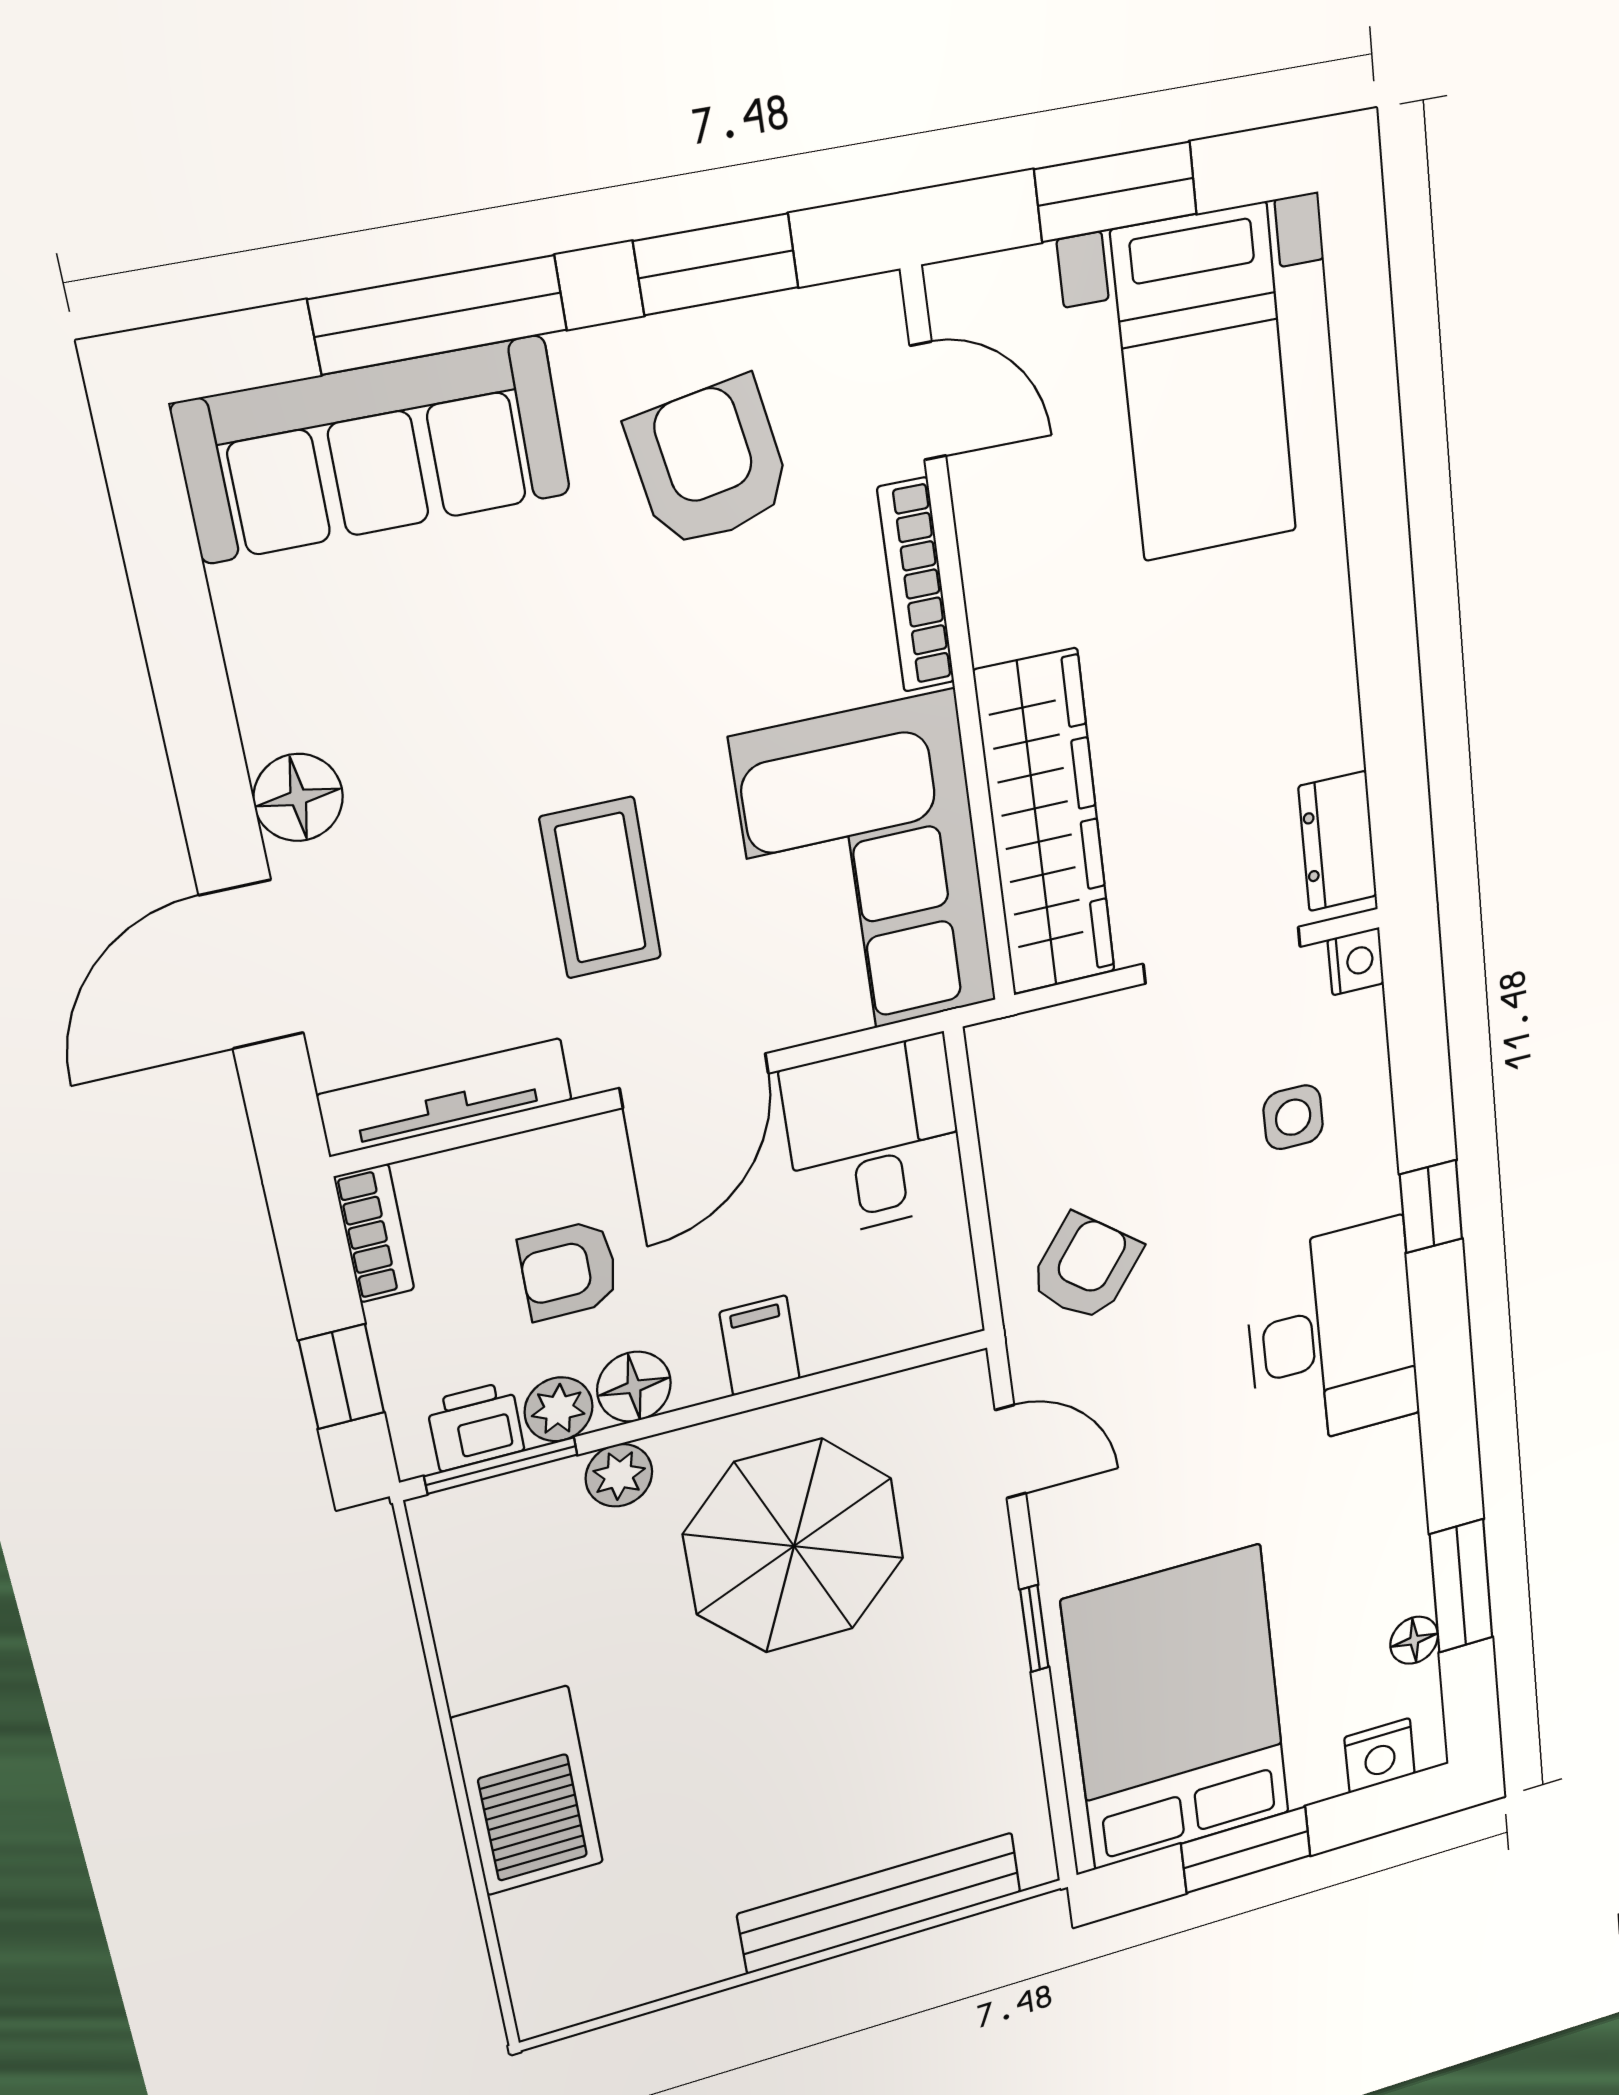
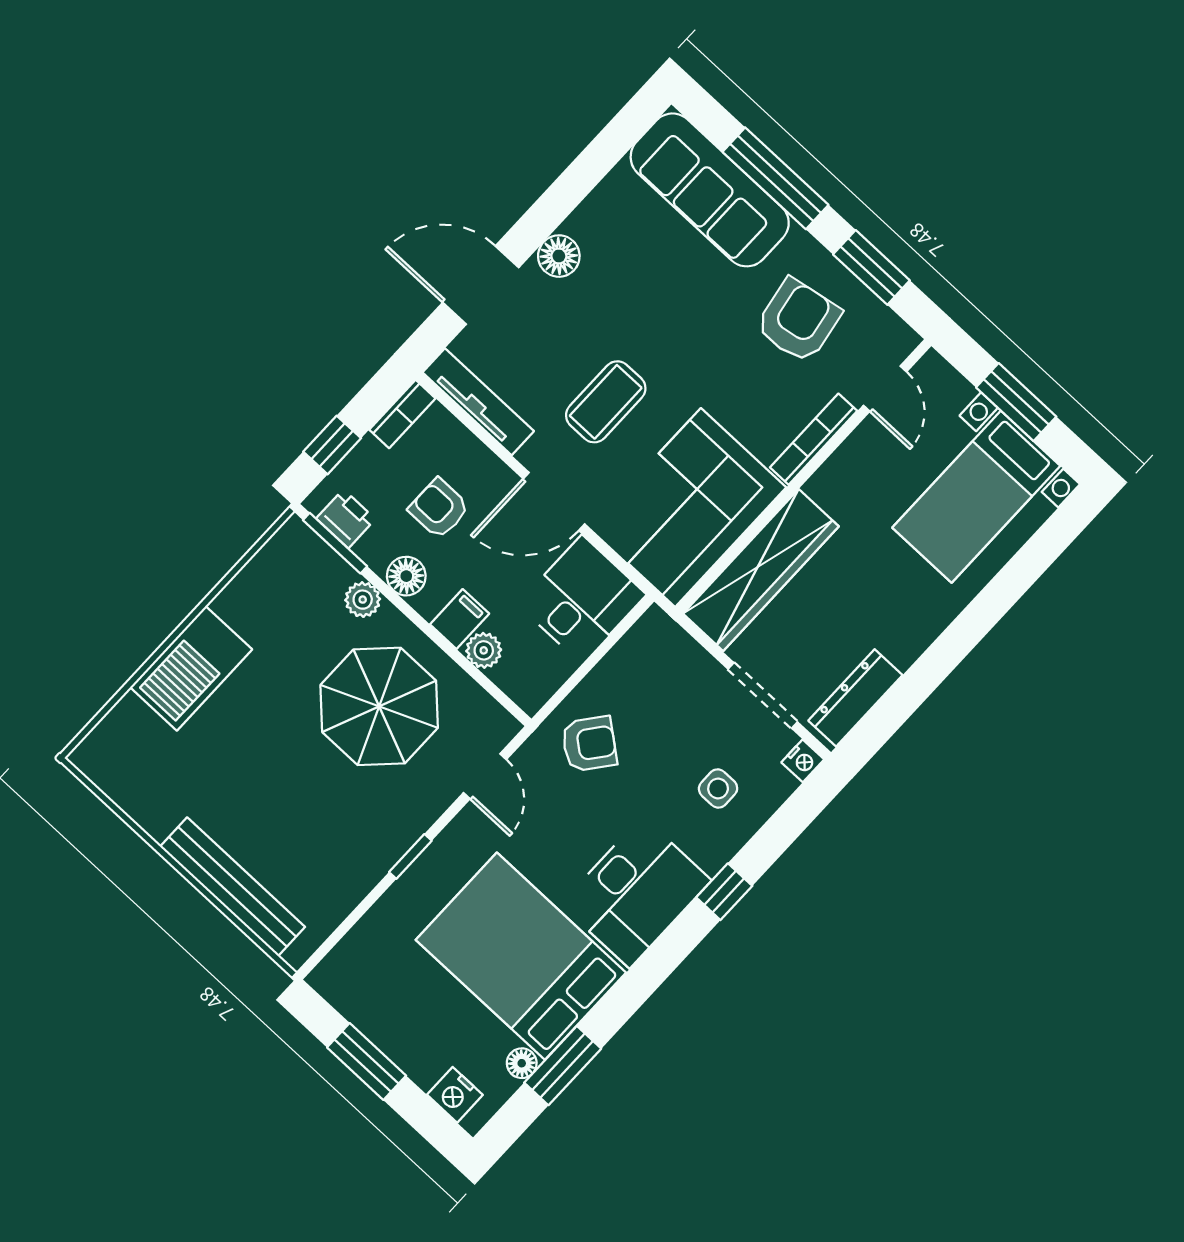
dresser: (1338, 841) -> (855, 698), width x1.44
plant: (559, 1409) -> (484, 650), moved
bed: (1177, 1708) -> (521, 956), moved, turned -90

